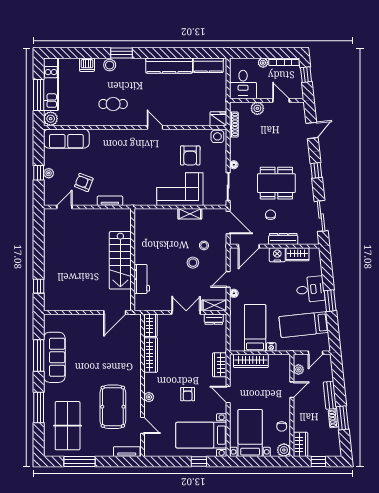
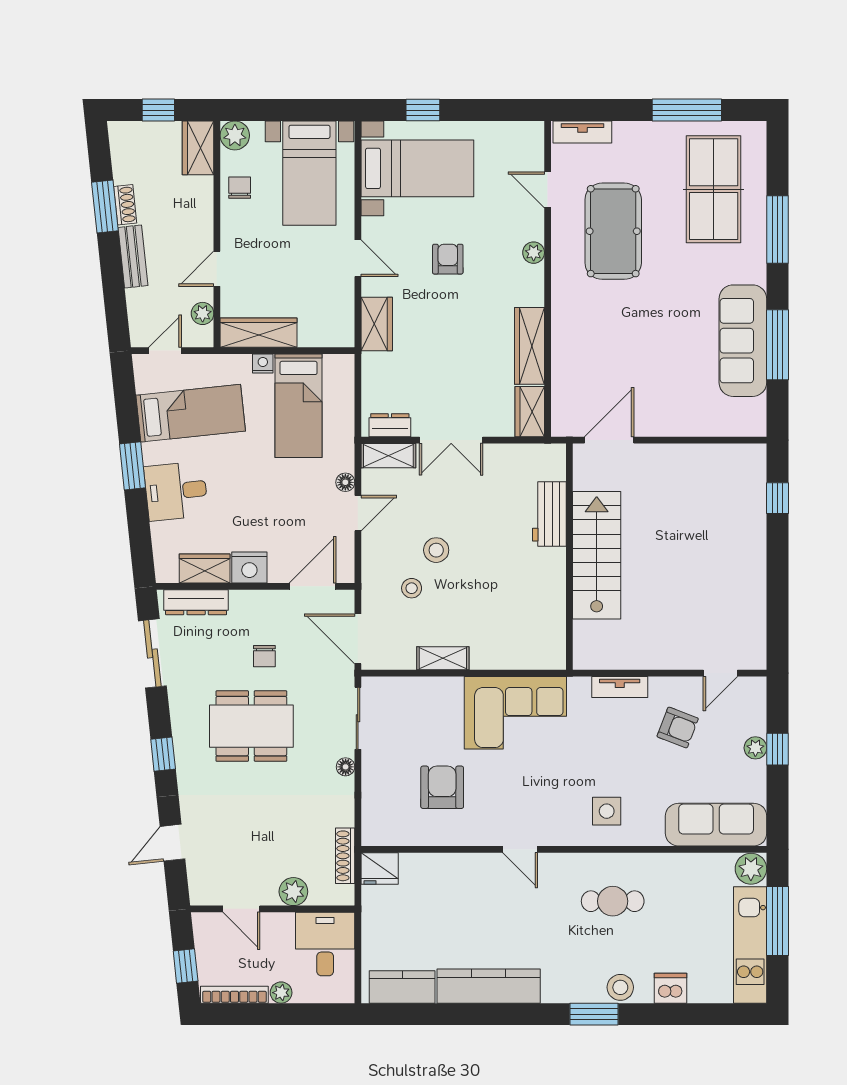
side table: (217, 136) -> (607, 811), moved
corner sofa: (180, 189) -> (515, 713), moved
dresser: (283, 239) -> (196, 602), moved
wardrobe: (251, 361) -> (259, 333), moved

